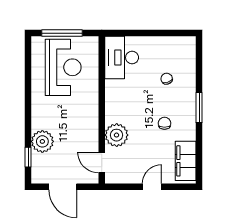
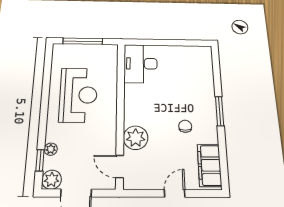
reception desk: (63, 67) -> (78, 95), moved
chair: (167, 79) -> (185, 83), removed
plant: (42, 141) -> (51, 149), width x0.53, depth x0.53
plant: (40, 175) -> (52, 180), added

